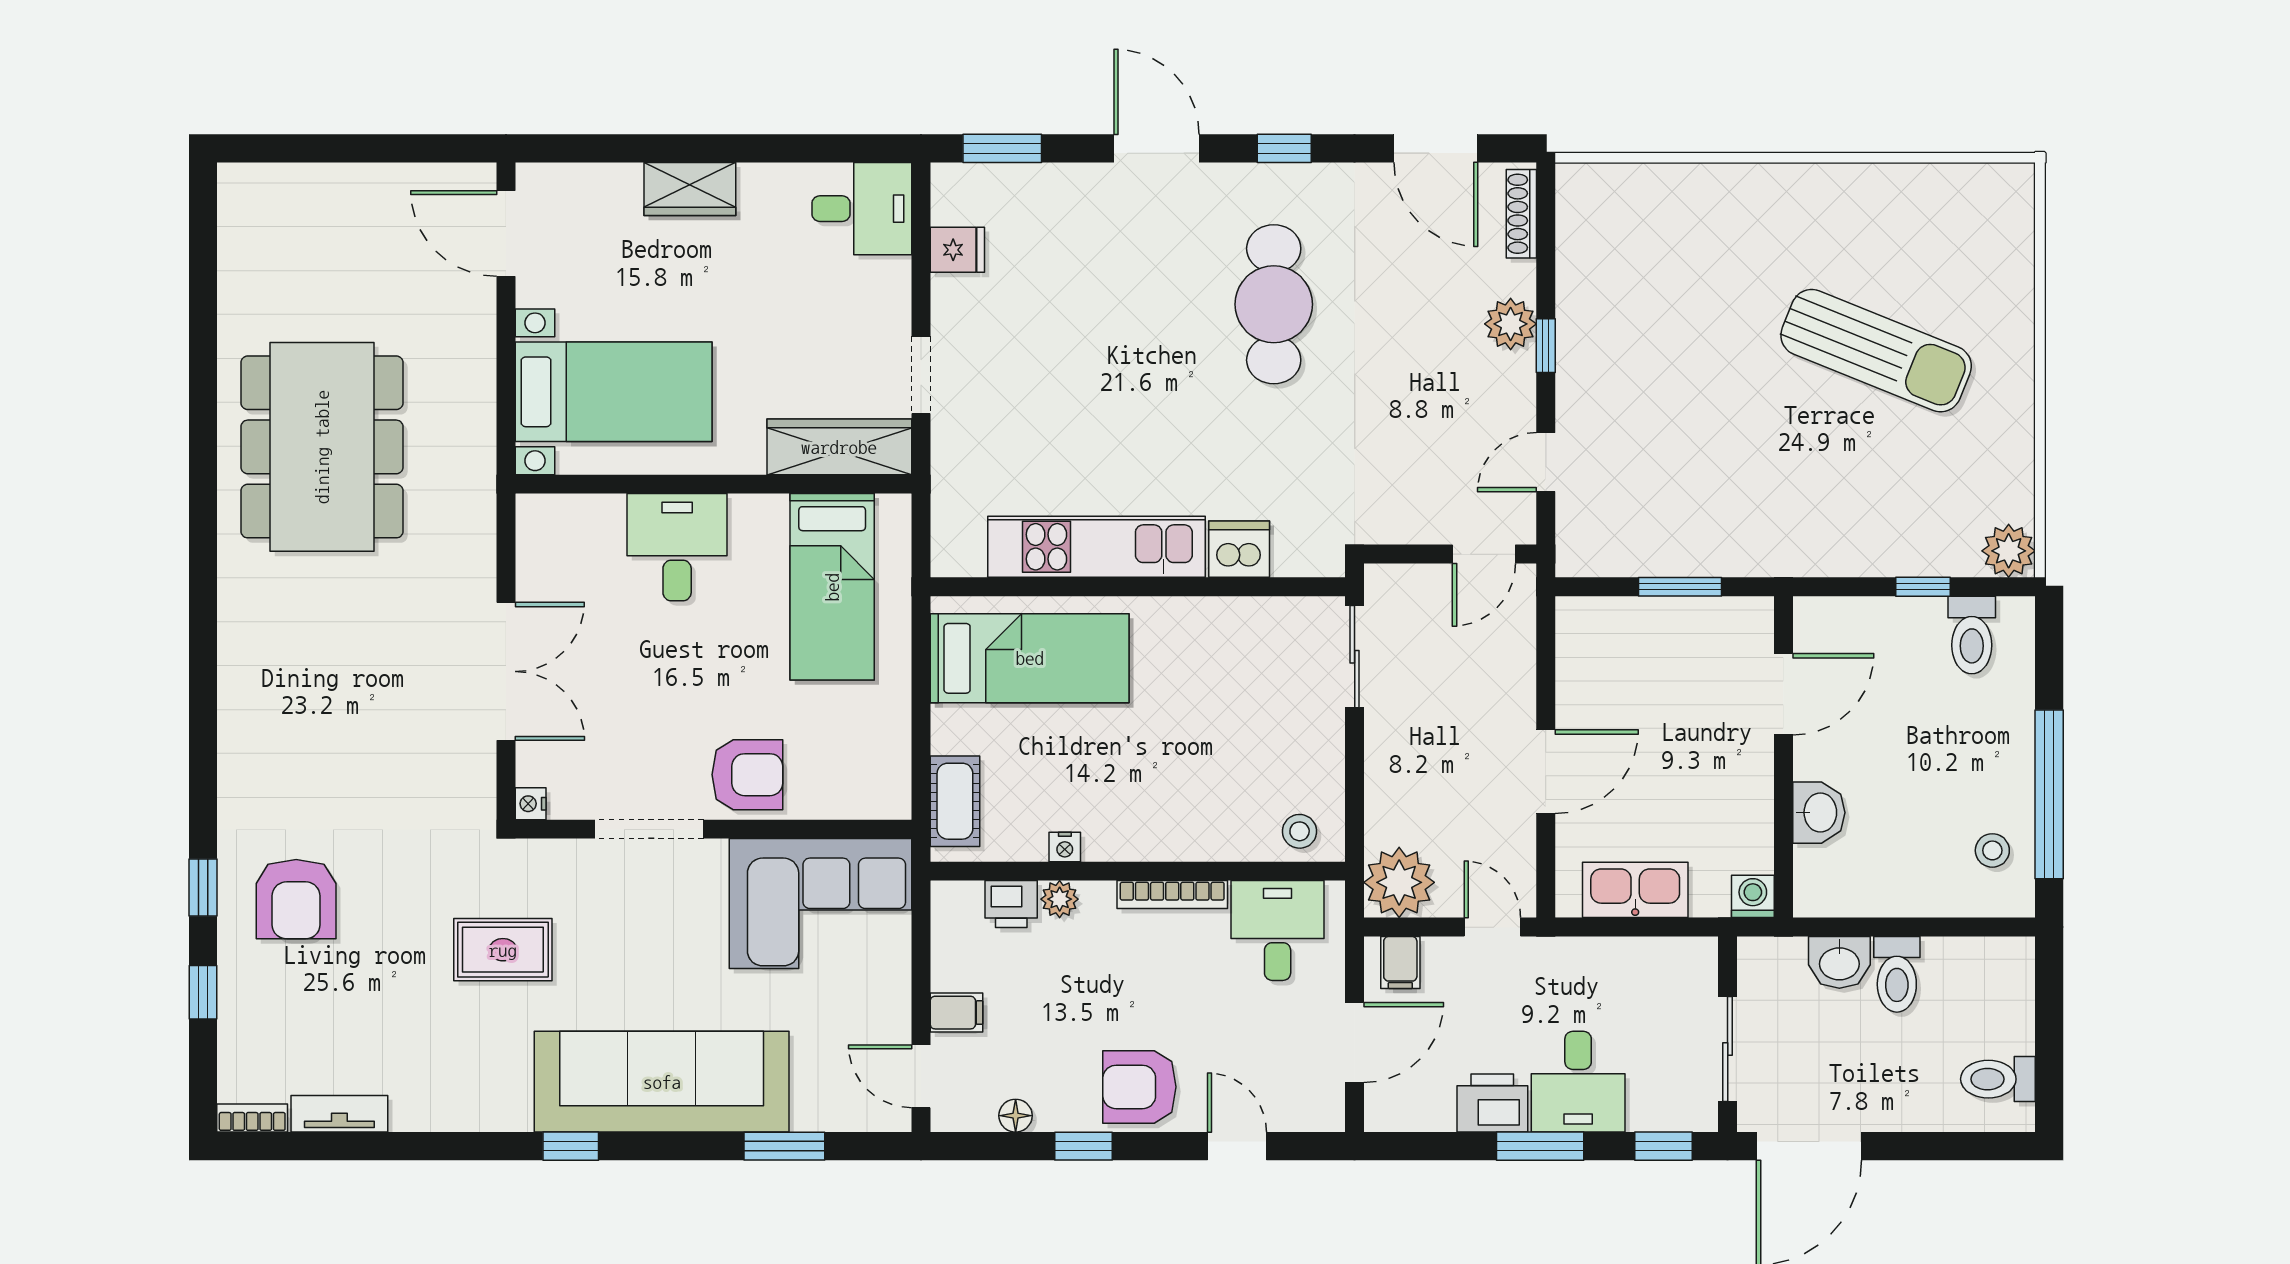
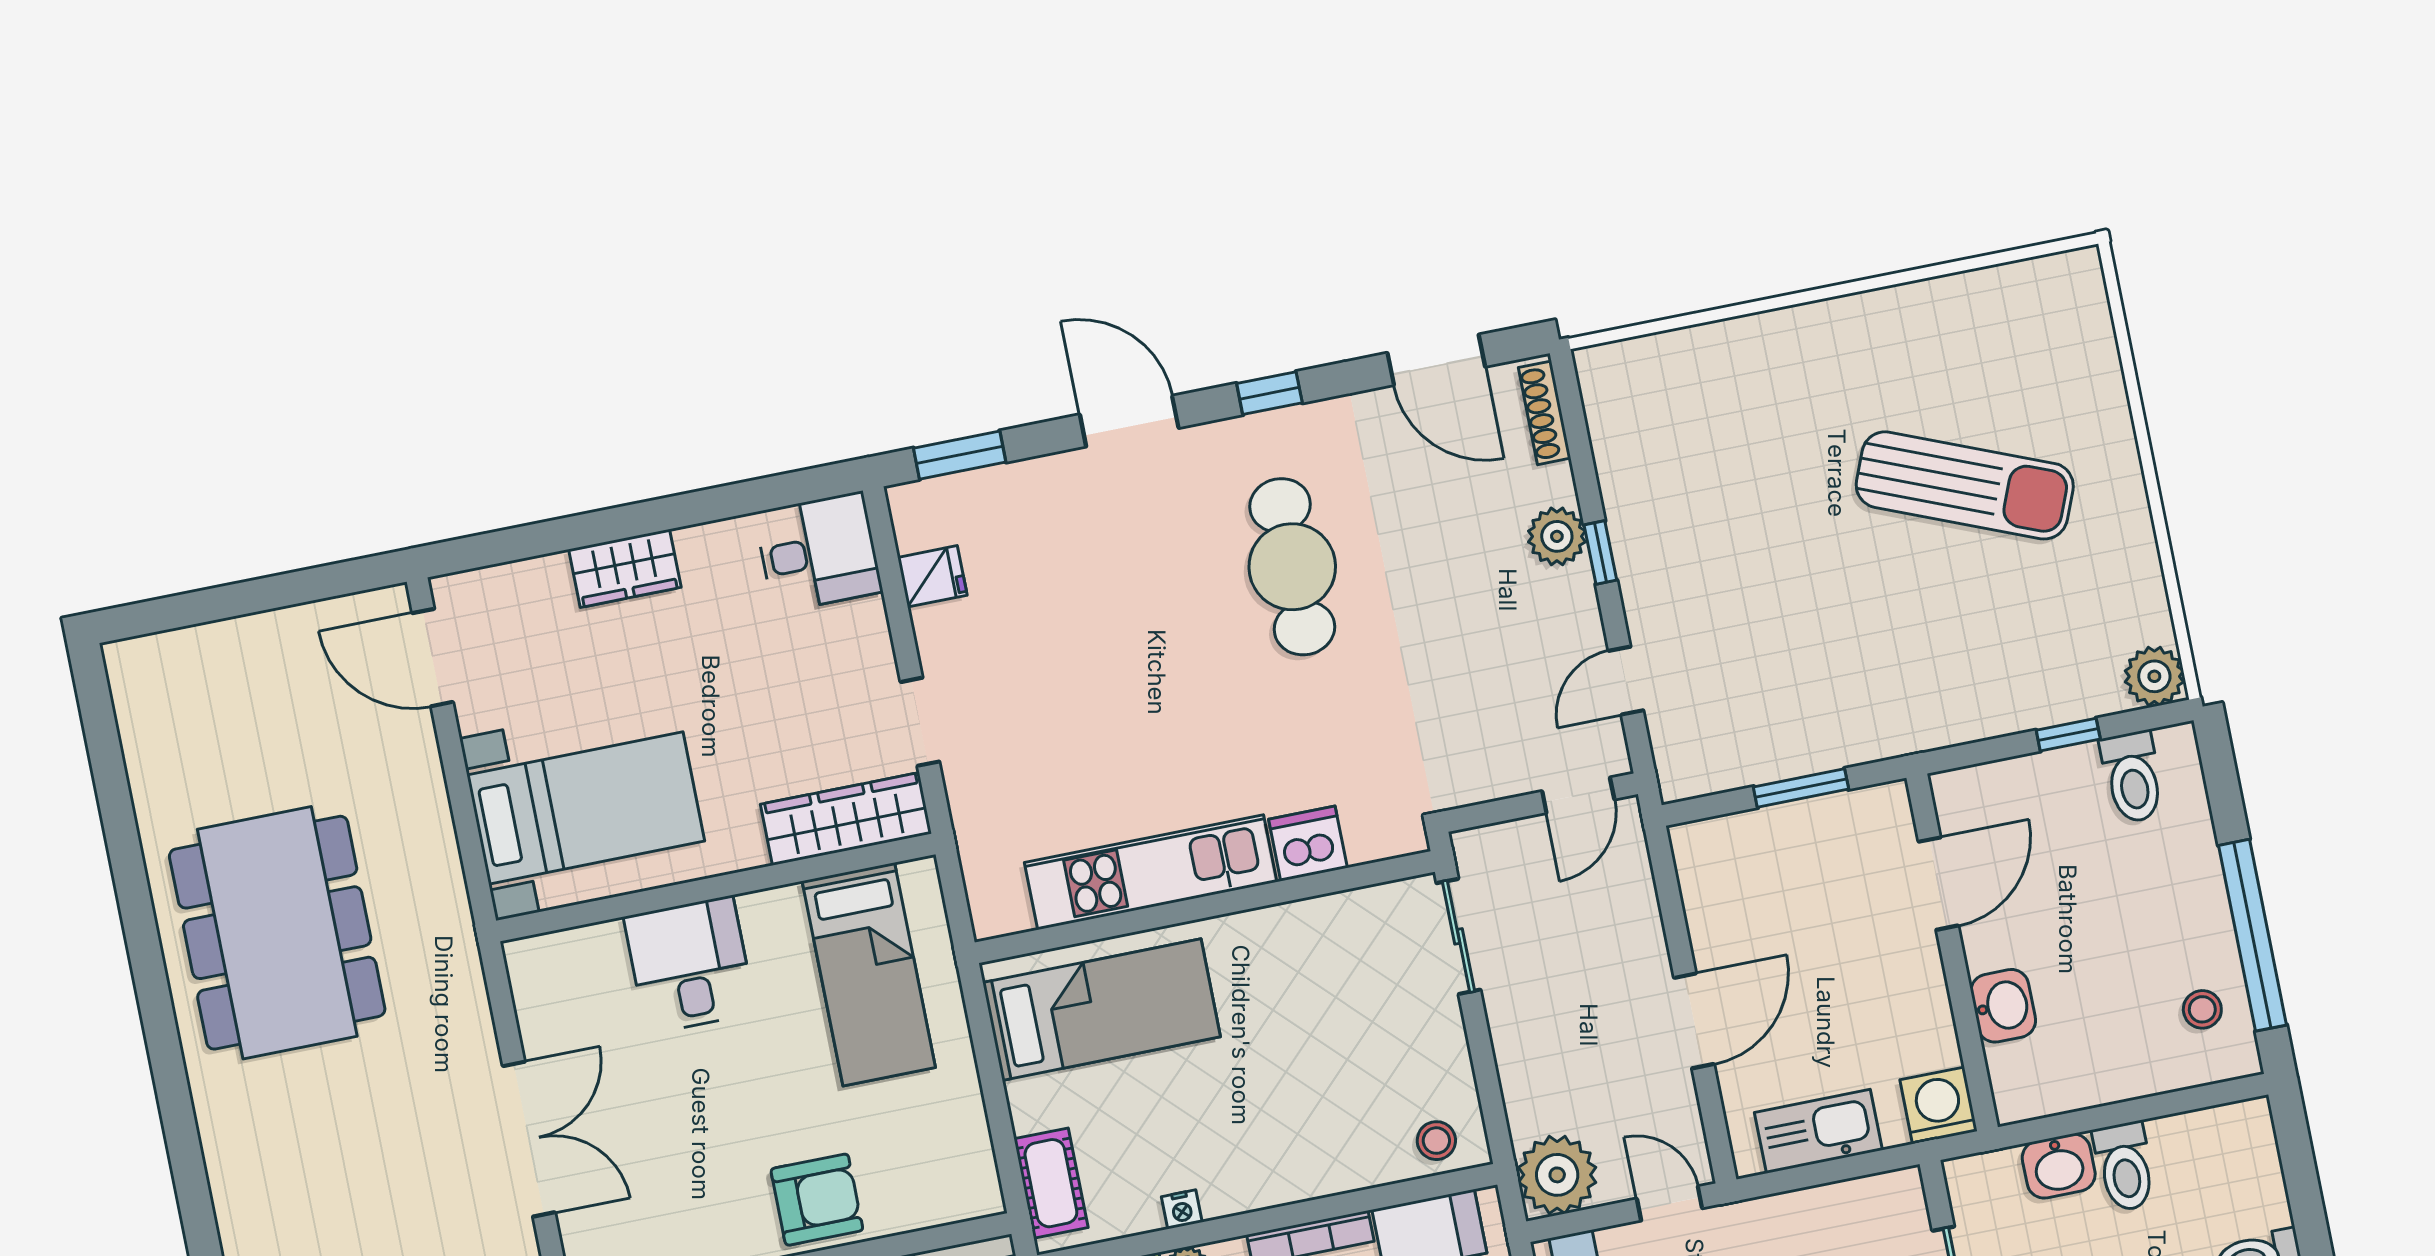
washing machine: (1753, 896) -> (1939, 1105), width x1.38, depth x1.38

